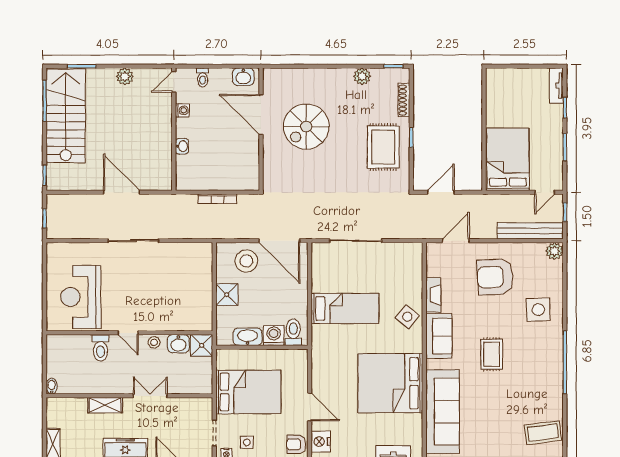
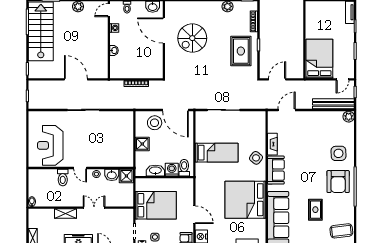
armchair: (495, 277) -> (338, 182), moved, turned -87
rug: (492, 354) -> (315, 210), moved

